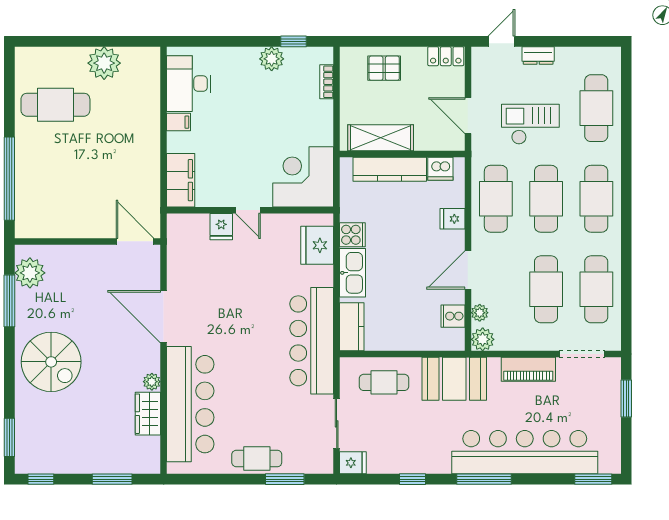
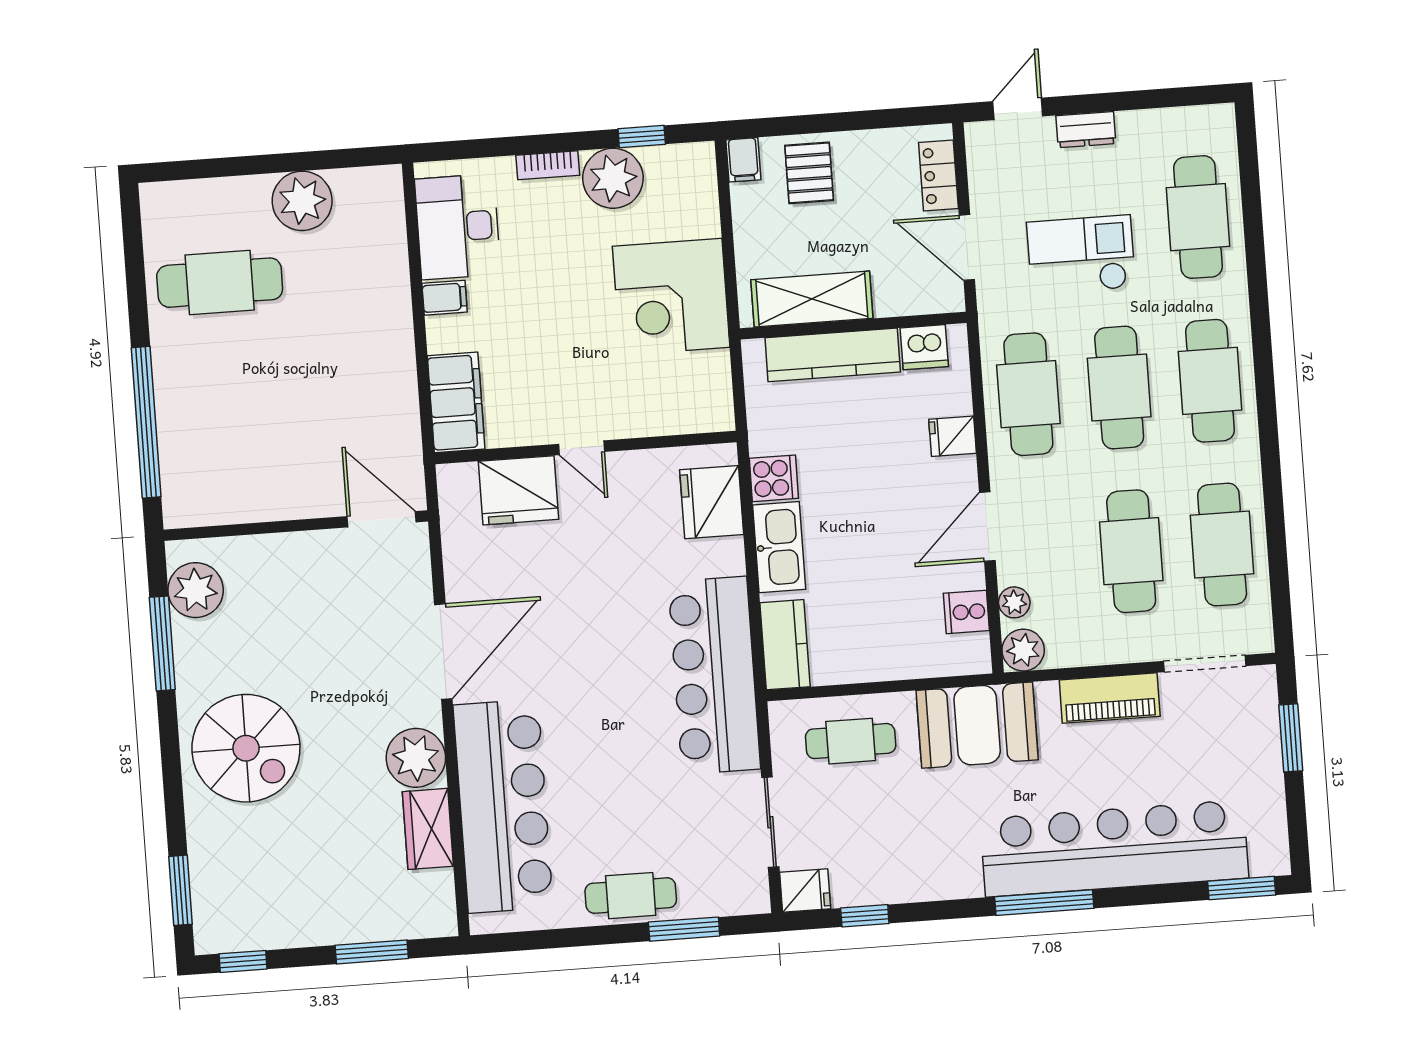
locker: (446, 56) -> (938, 175), moved, turned 90
filing cabinet: (349, 58) -> (743, 160), added
plant: (272, 59) -> (613, 178), width x1.36, depth x1.36
pallet: (384, 68) -> (809, 173), turned 90
bookcase: (327, 82) -> (548, 165), moved, turned -90
corner desk: (303, 177) -> (671, 297), moved, turned -90
fridge: (221, 227) -> (519, 490), width x1.88, depth x1.34
door: (164, 317) -> (443, 652), swing flipped
plant: (152, 382) -> (416, 758), width x1.88, depth x1.88
window: (412, 479) -> (865, 916), moved

